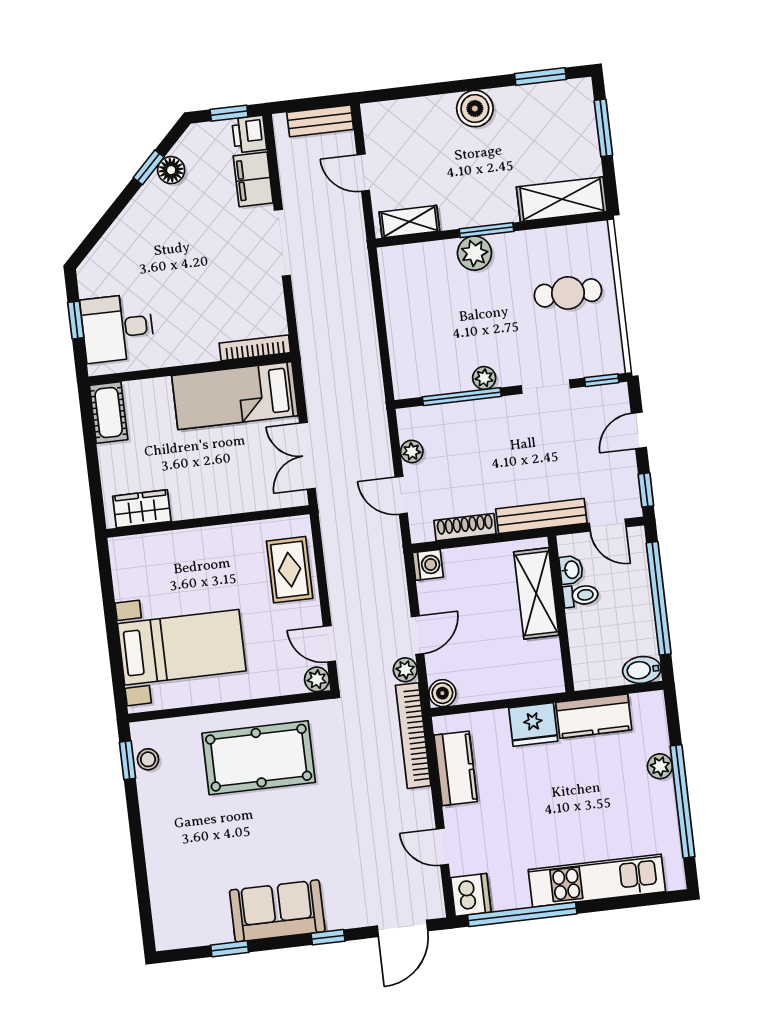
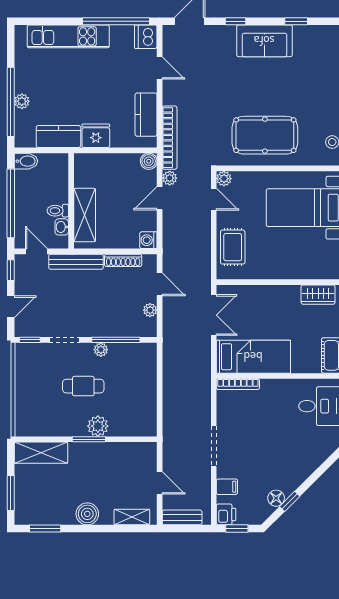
filing cabinet: (253, 179) -> (227, 487), width x0.50
shelving: (409, 222) -> (132, 517), moved
cafe table: (568, 293) -> (83, 386), moved
window: (682, 801) -> (11, 102), moved

